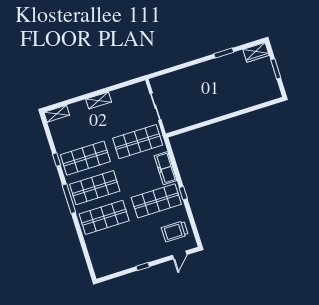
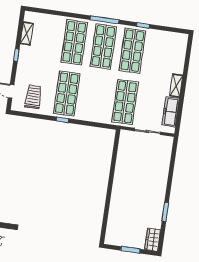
shelving: (57, 114) -> (27, 33), moved
freezer: (165, 168) -> (171, 112), moved, turned -90

